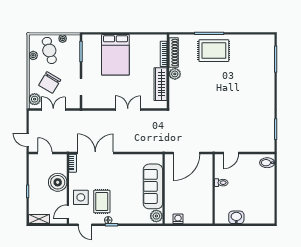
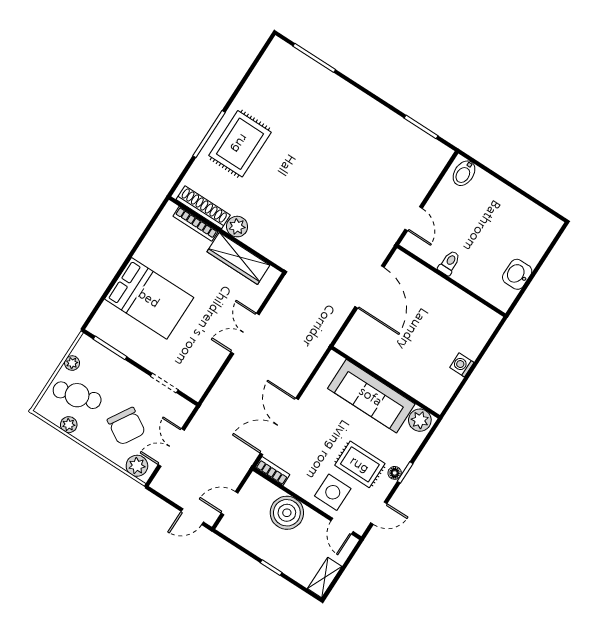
sofa: (153, 186) -> (371, 396), moved
wall: (164, 189) -> (386, 382), moved
plant: (156, 216) -> (420, 420), moved

